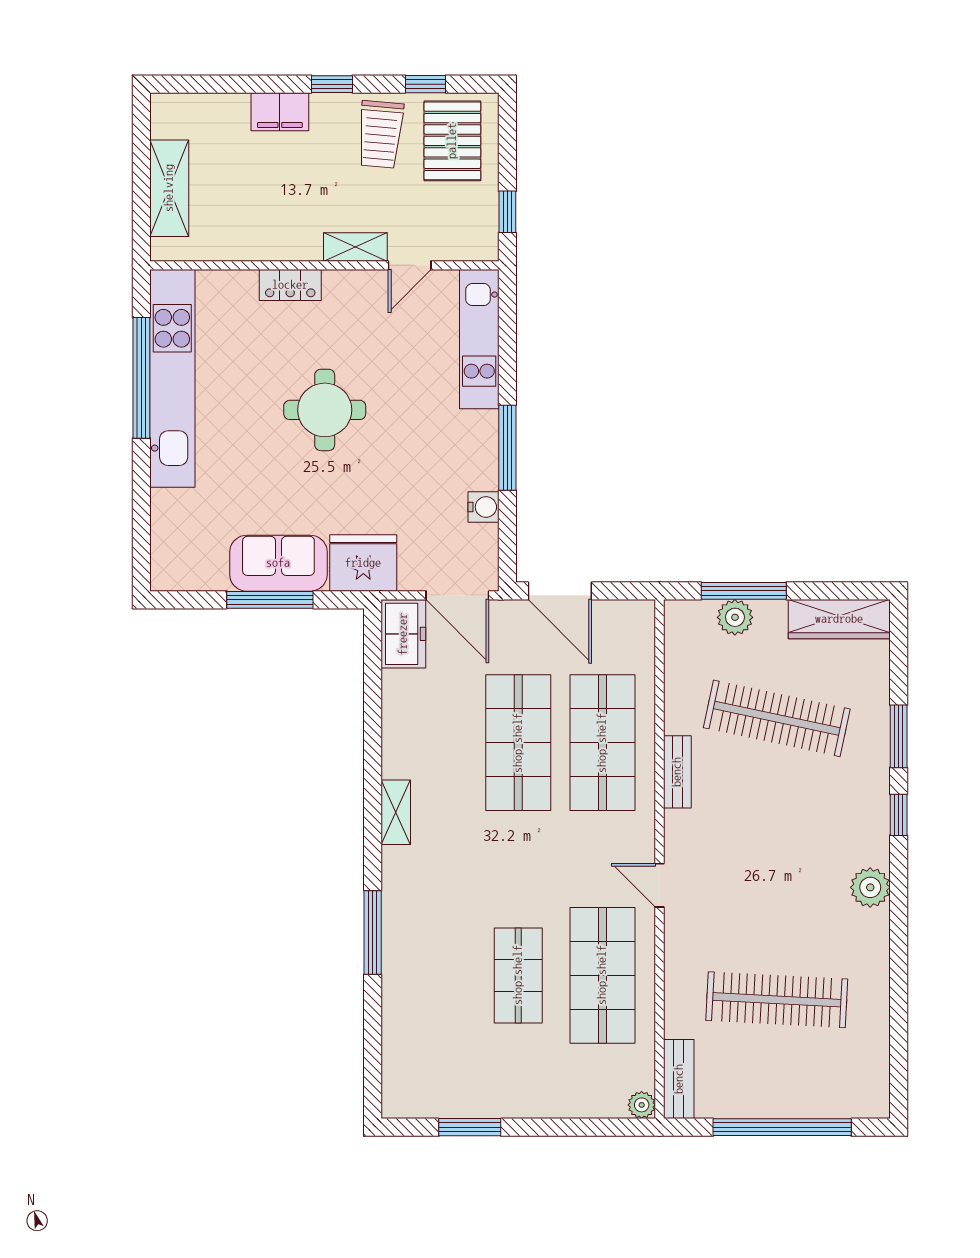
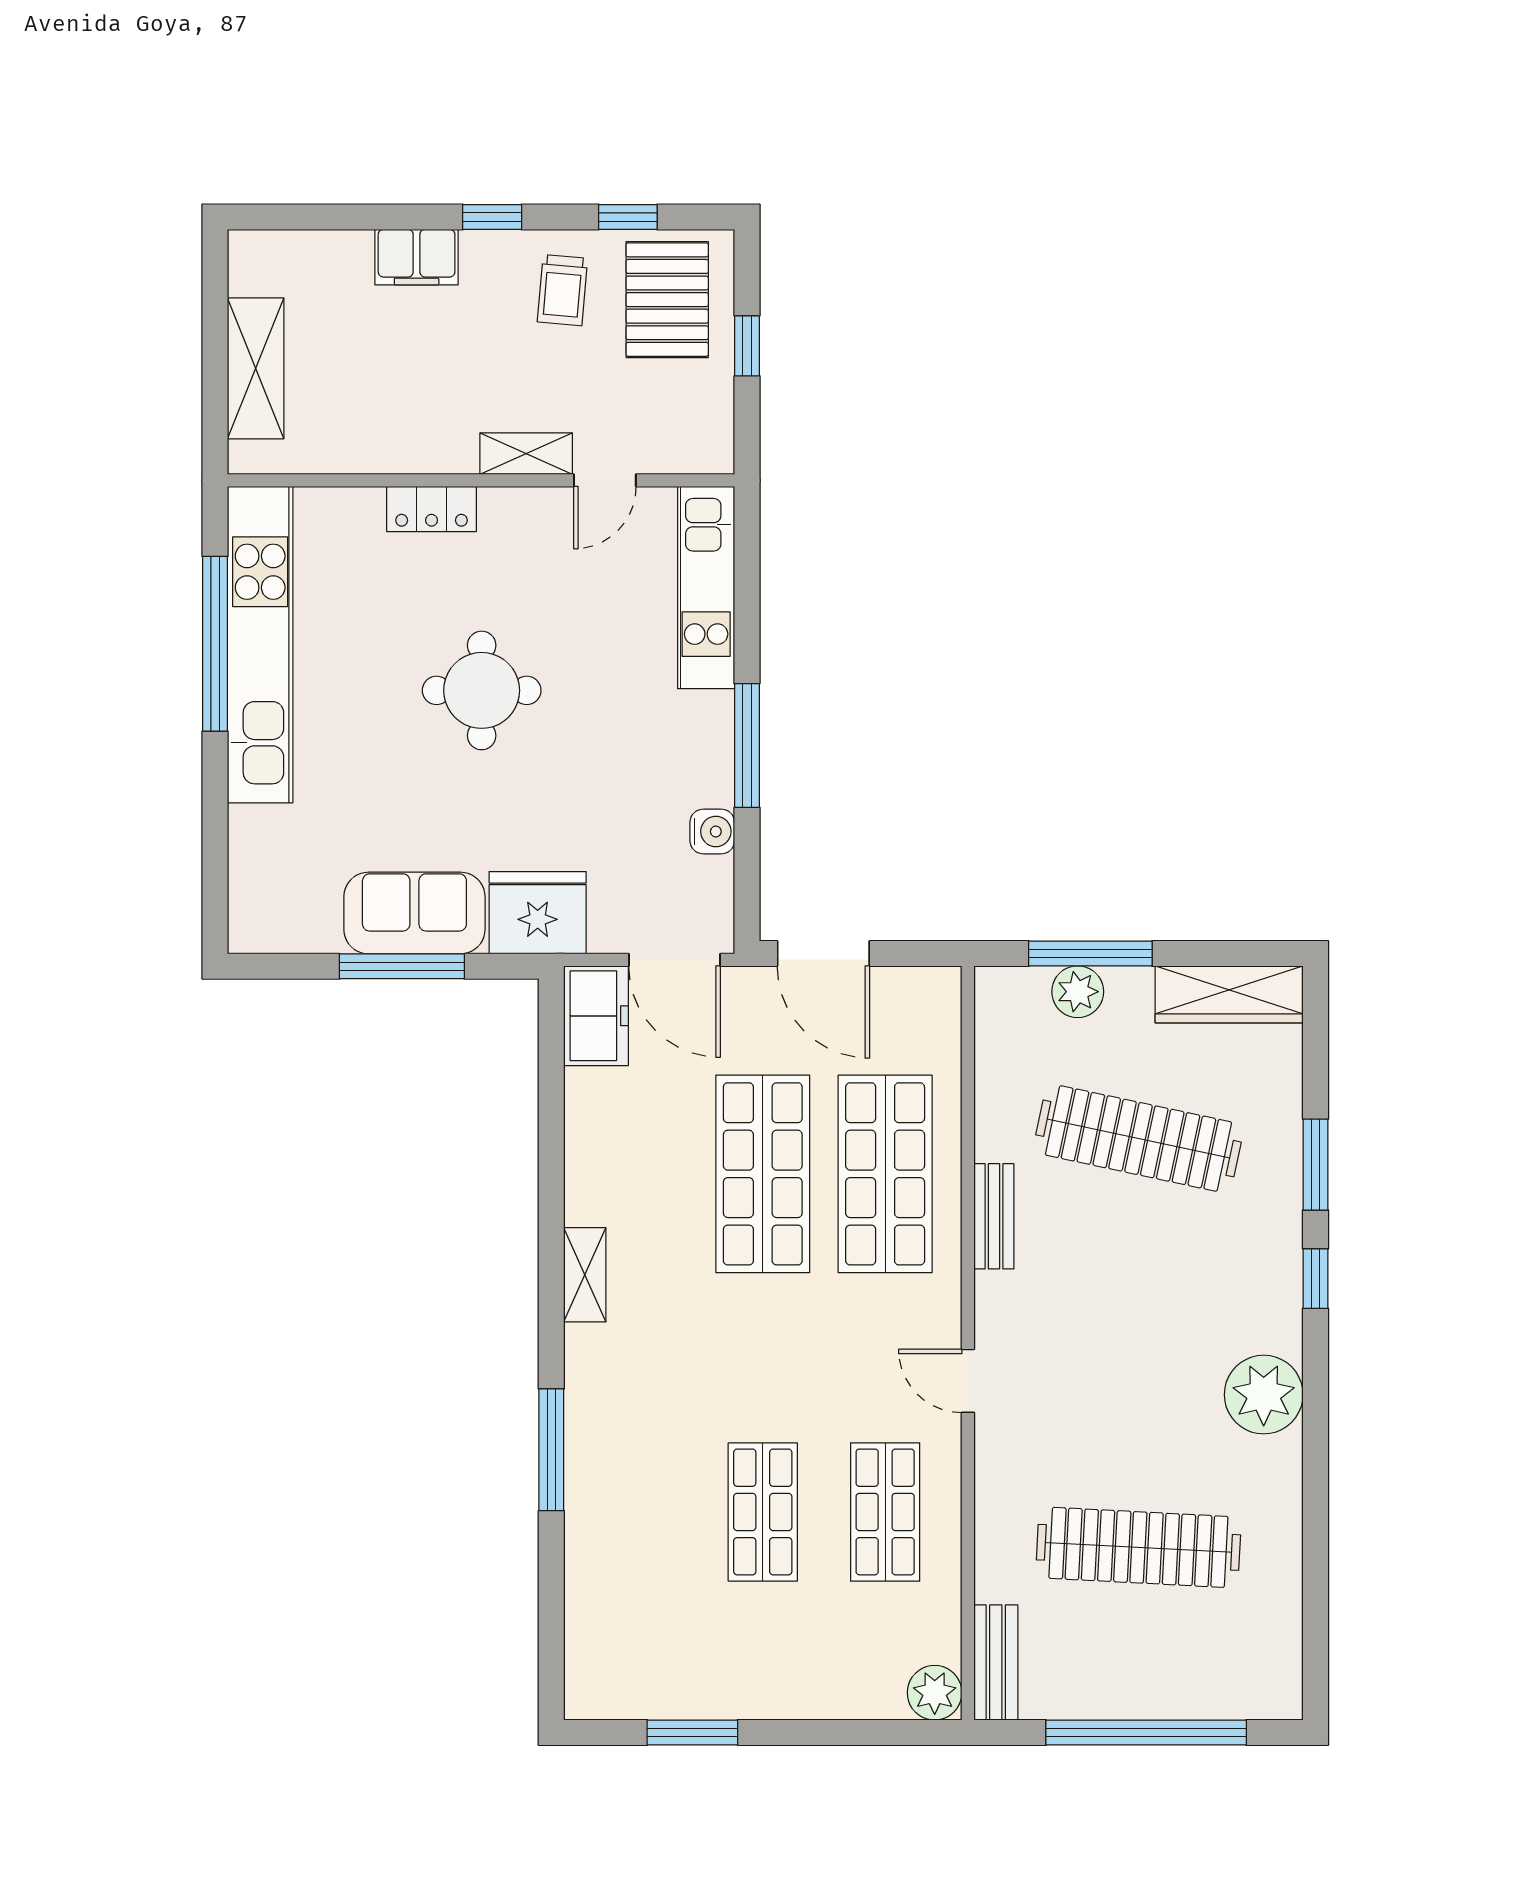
trolley: (380, 134) -> (562, 290), width x0.73, depth x0.72
window: (507, 212) -> (747, 346), moved
plant: (870, 887) -> (1264, 1395), width x1.36, depth x1.36
shop shelf: (602, 975) -> (885, 1512), width x0.70, depth x0.74
plant: (642, 1105) -> (935, 1693), width x1.38, depth x1.38

